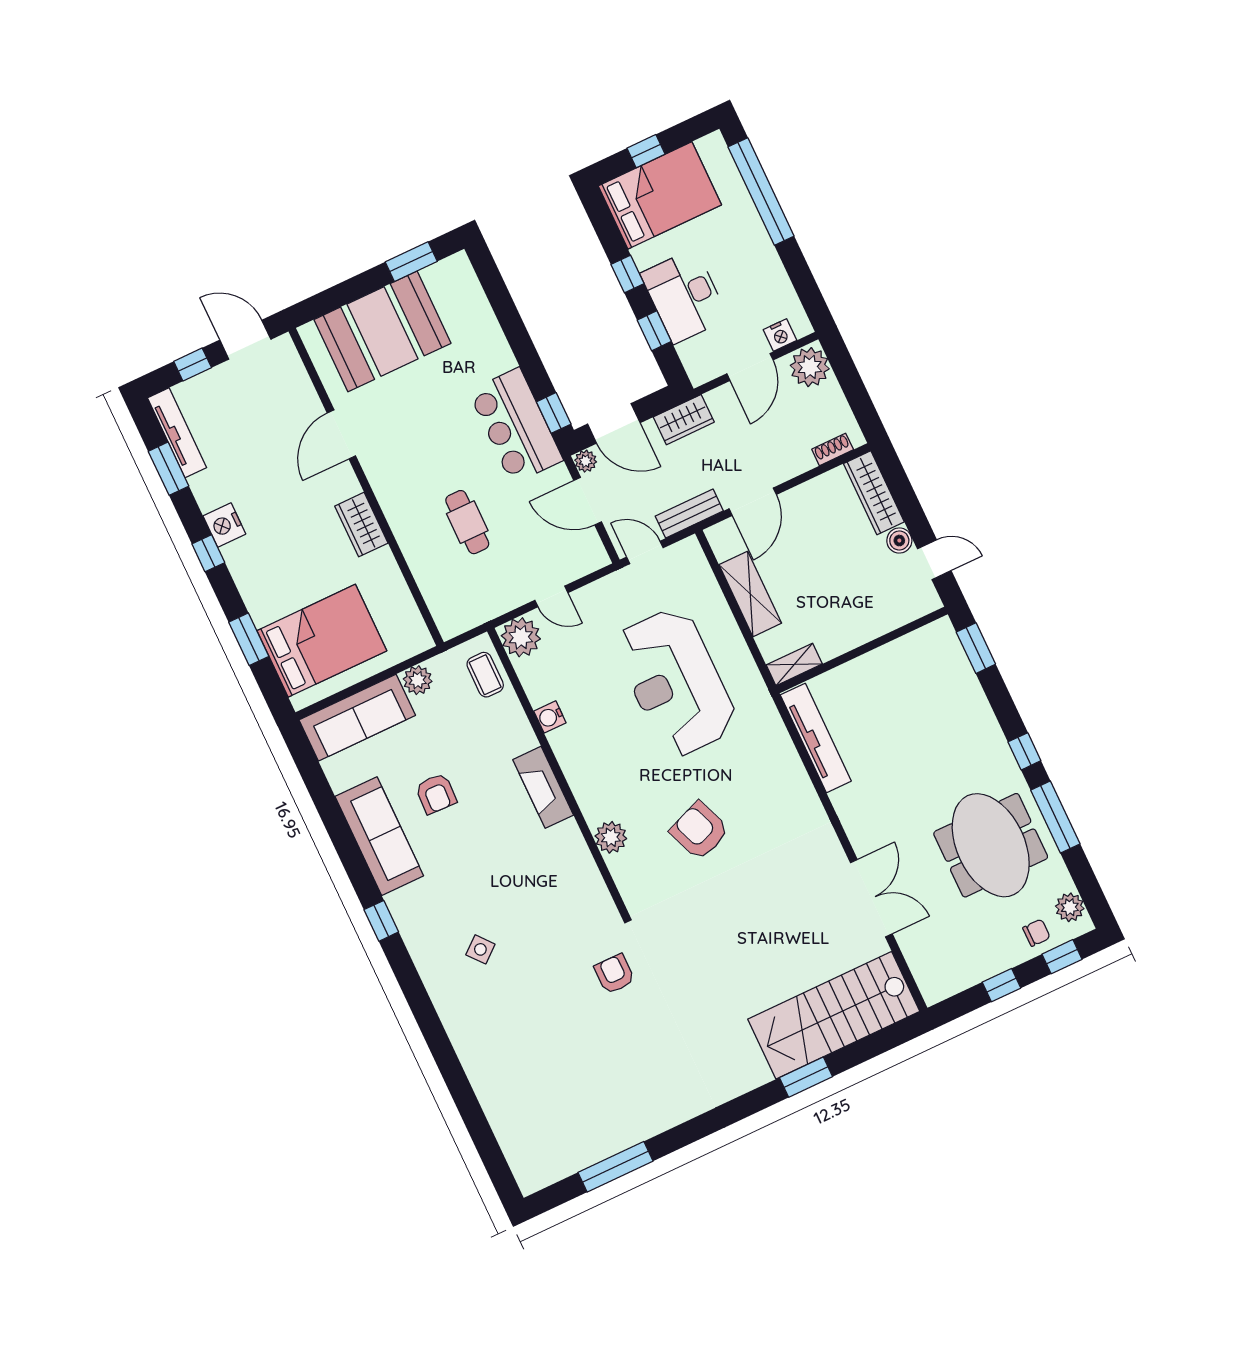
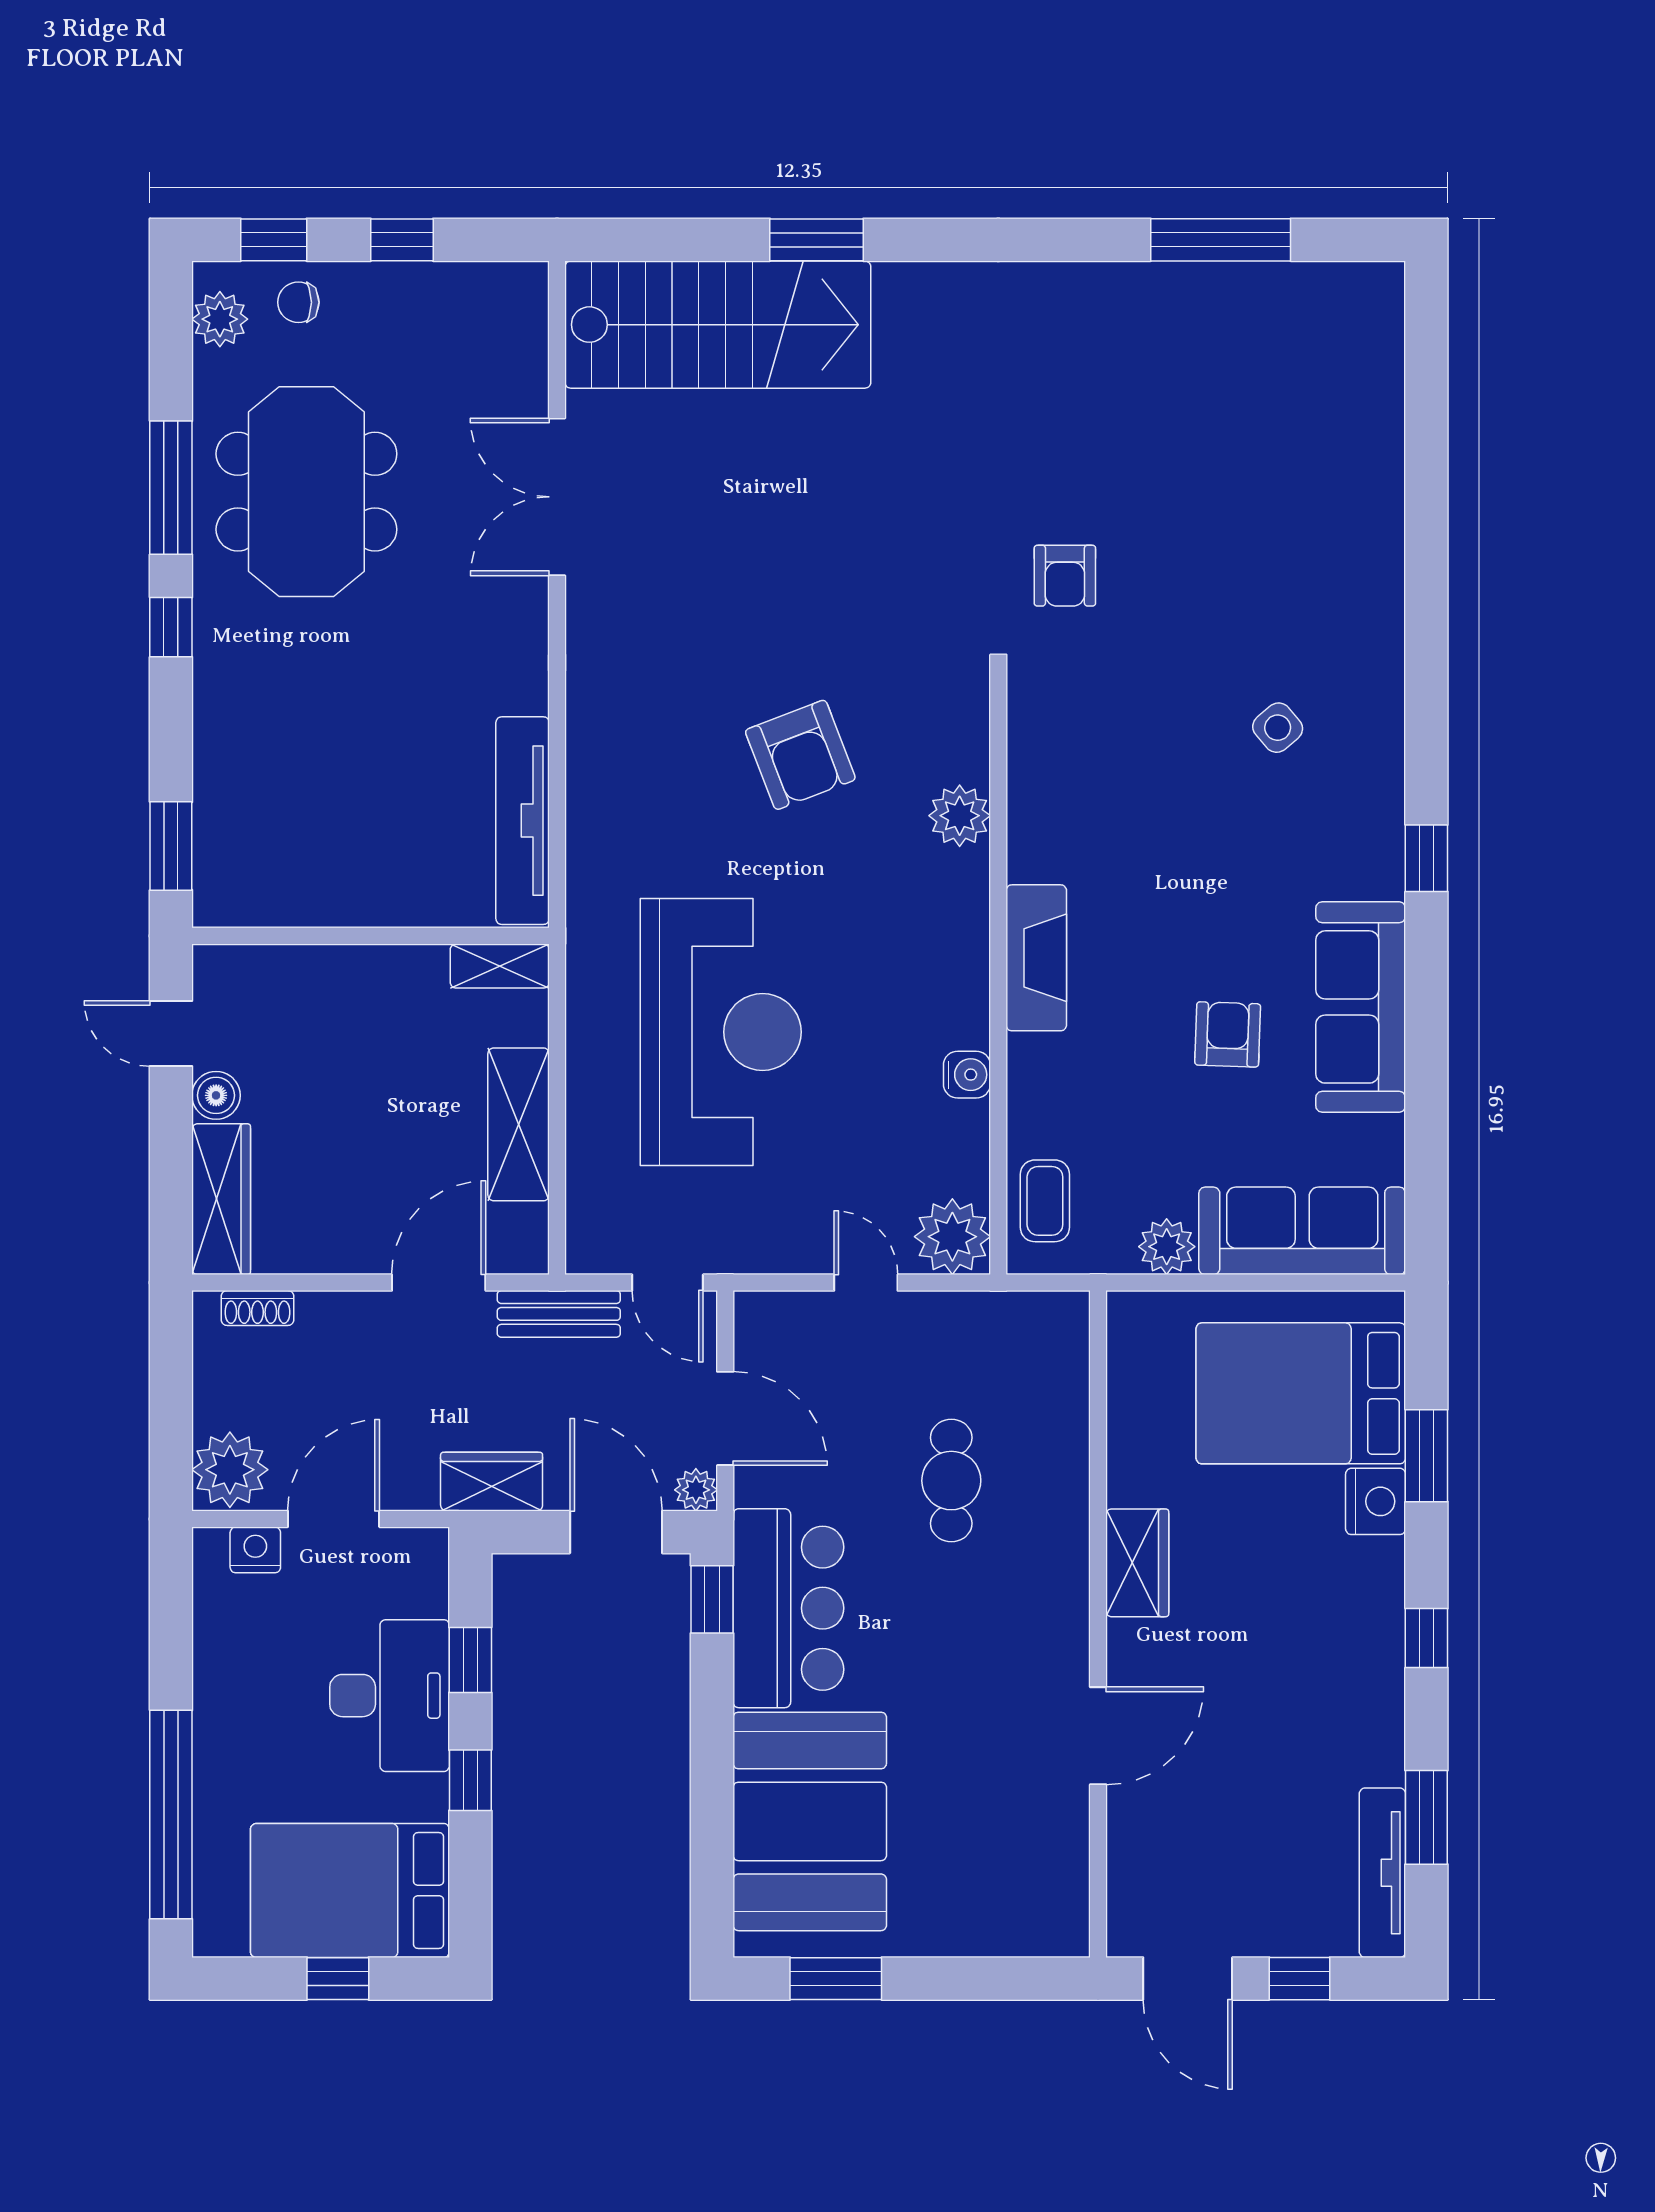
booth: (382, 331) -> (810, 1821), moved, turned 90
nightstand: (224, 525) -> (1376, 1501), moved

